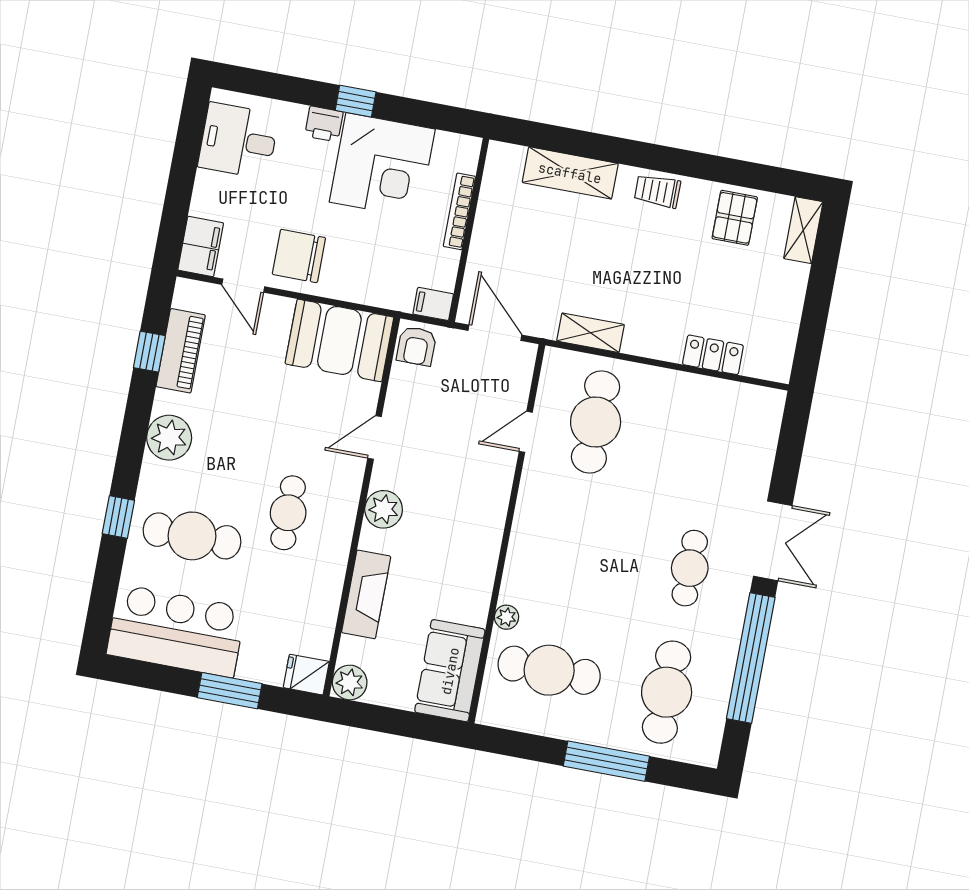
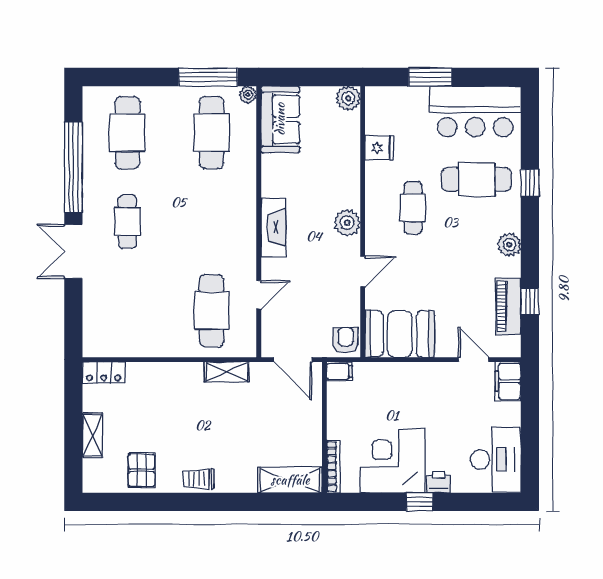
desk: (238, 141) -> (496, 459), width x1.37
shelving: (570, 173) -> (290, 480), moved
trolley: (657, 191) -> (199, 479), turned 180
bookcase: (459, 211) -> (333, 466), moved
shelving: (803, 230) -> (92, 435), moved
chair: (299, 256) -> (439, 387), removed
locker: (713, 355) -> (104, 372), moved
plant: (169, 438) -> (509, 245), width x0.73, depth x0.73
fireplace: (366, 594) -> (273, 227), moved, turned 180
plant: (507, 617) -> (248, 95), moved
cafe table: (549, 670) -> (212, 133), turned 90
fridge: (306, 675) -> (379, 148), moved
window: (606, 761) -> (208, 77), moved

